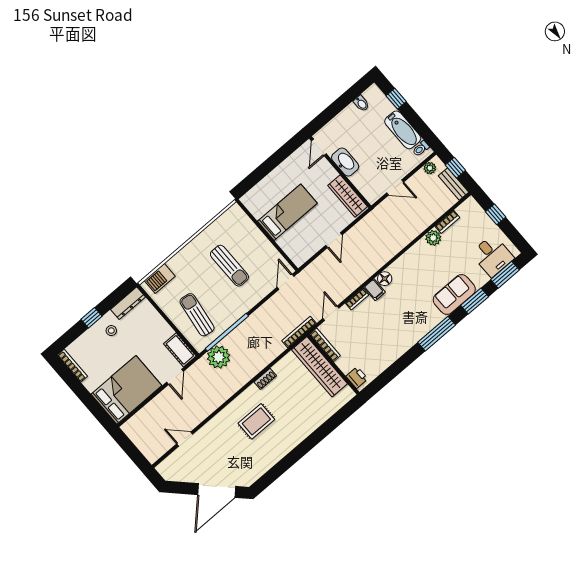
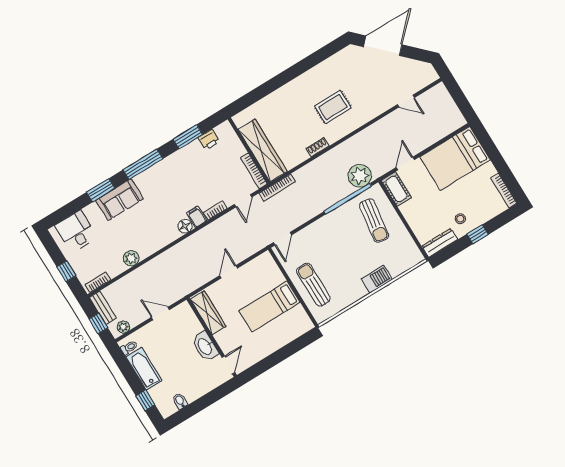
bookcase: (447, 222) -> (98, 282), moved
sun lounger: (229, 266) -> (313, 285), moved
window: (505, 275) -> (188, 137), moved
barbecue: (160, 278) -> (377, 279), moved
printer: (357, 378) -> (209, 140), moved, turned -90

